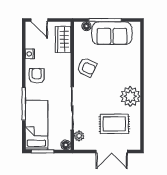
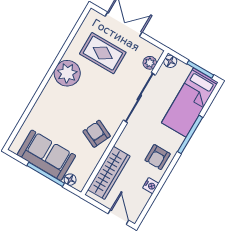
wardrobe: (63, 39) -> (109, 173), width x1.50

